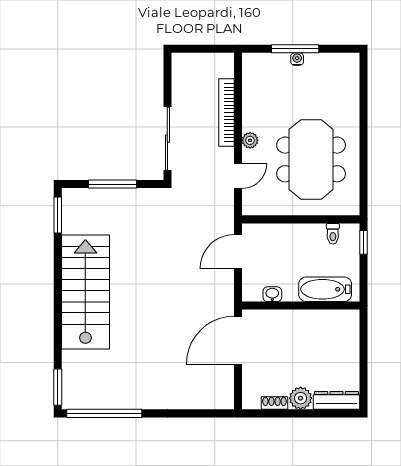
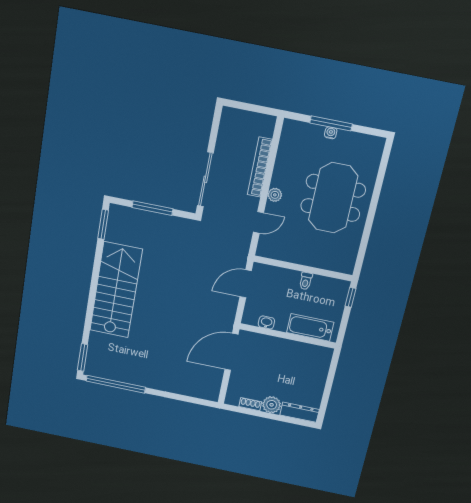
meeting table: (311, 159) -> (333, 198), moved
toilet: (333, 234) -> (306, 281), moved

